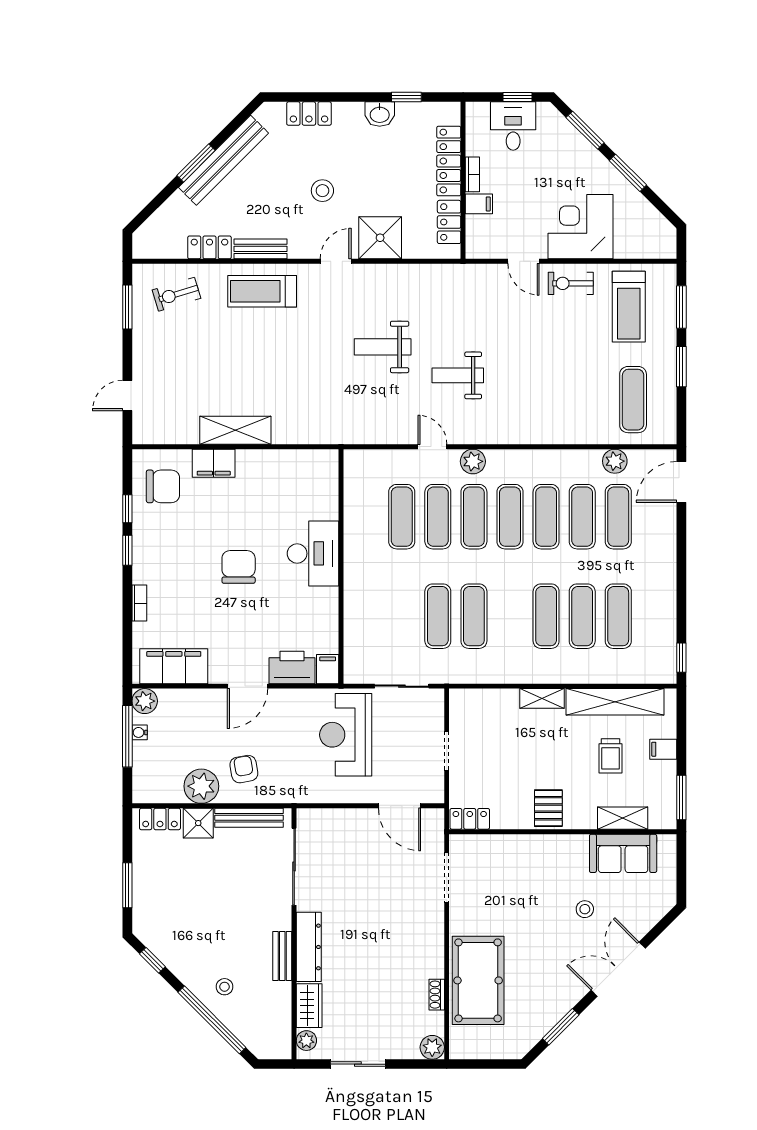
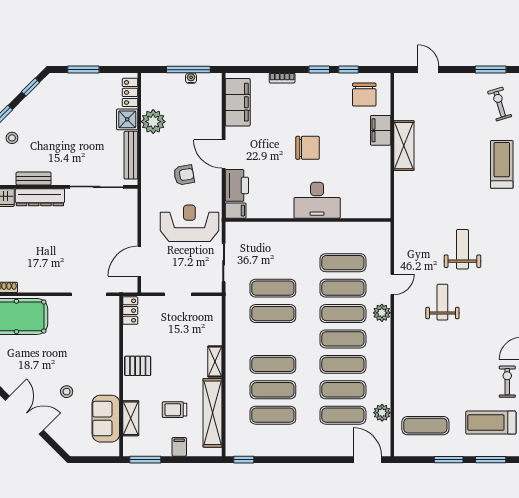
plant: (145, 701) -> (213, 82), removed
armchair: (244, 769) -> (184, 175), moved

